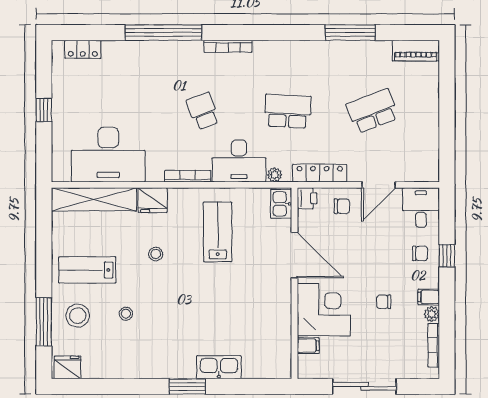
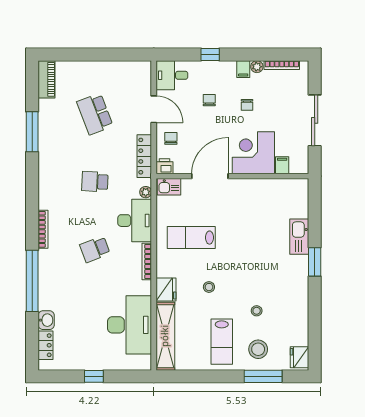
washbasin: (114, 50) -> (46, 320), added
school desk: (288, 111) -> (95, 182), width x0.54
chair: (420, 253) -> (209, 100), moved

